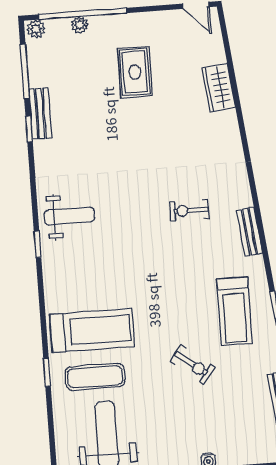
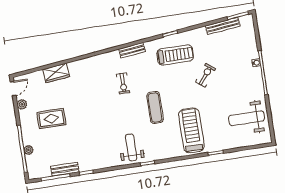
plant: (36, 29) -> (22, 104), moved
bench: (40, 114) -> (65, 169), moved
exercise mat: (95, 377) -> (155, 107), moved

